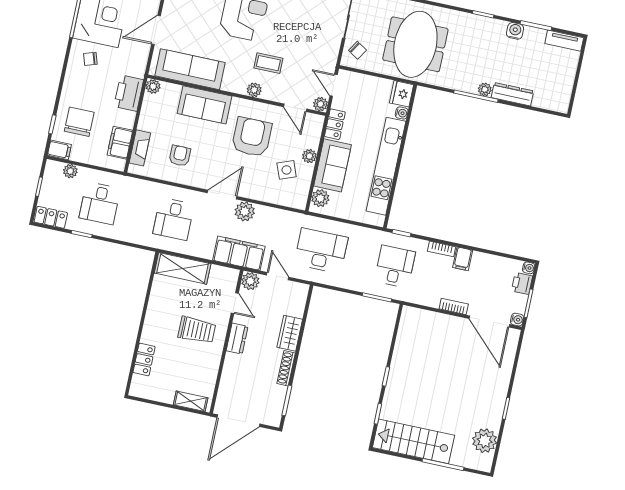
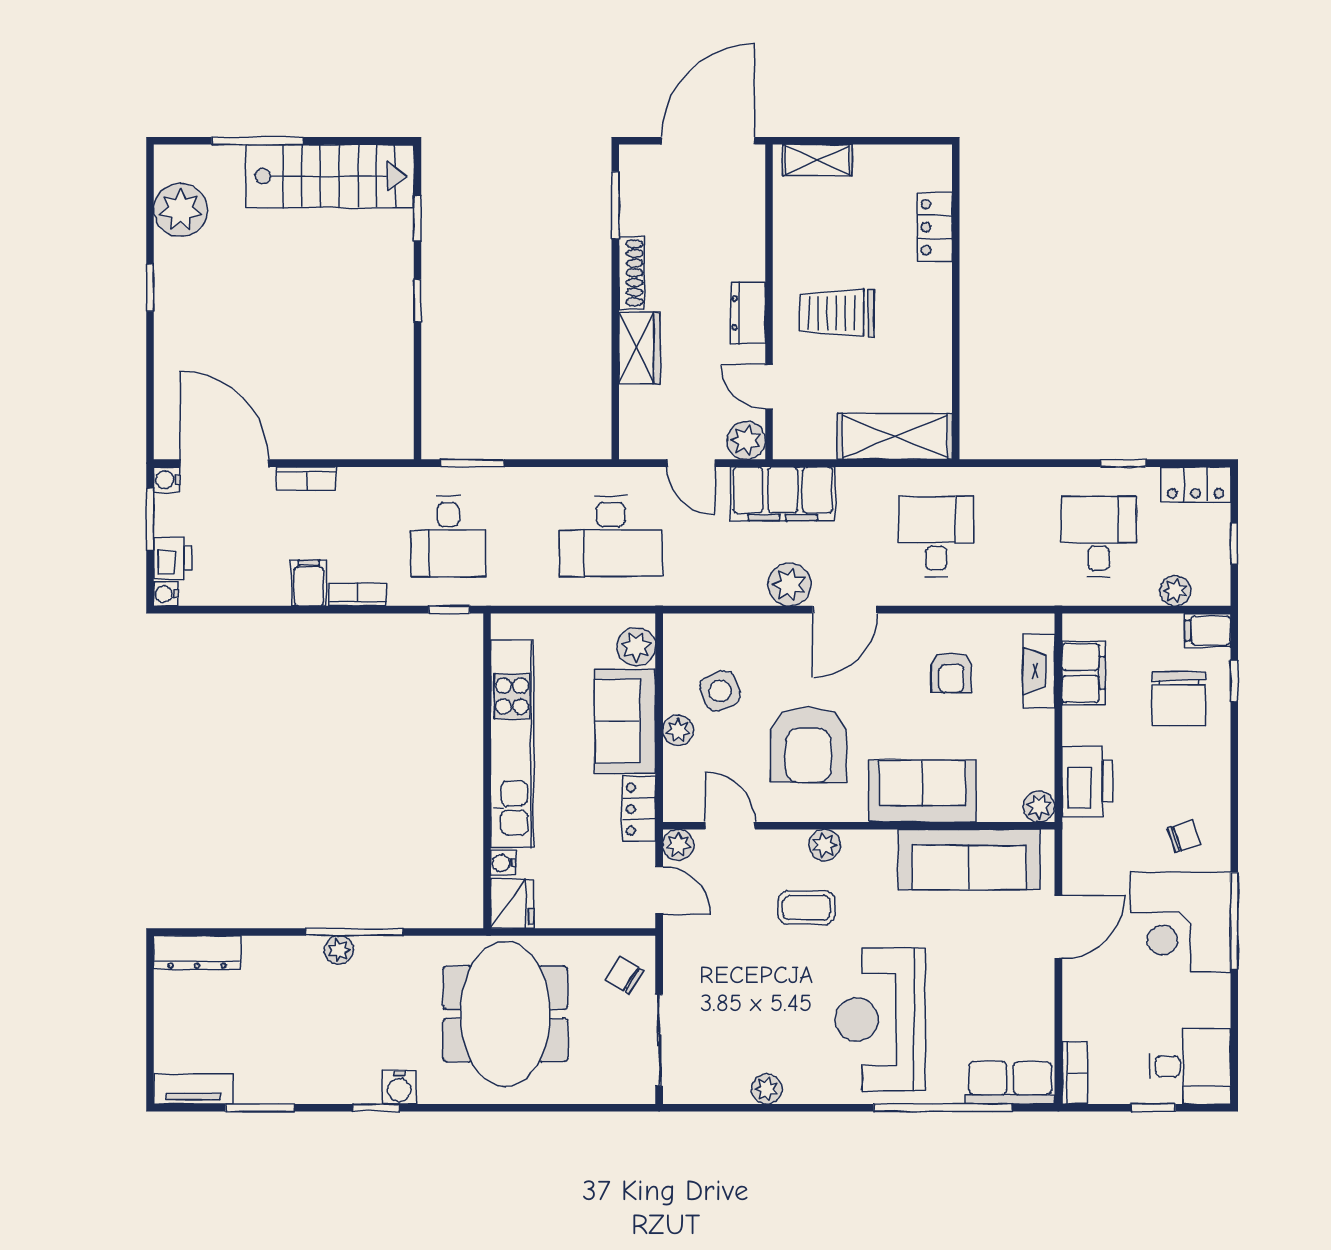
water cooler: (515, 31) -> (399, 1087), moved
dresser: (512, 94) -> (197, 952), moved

